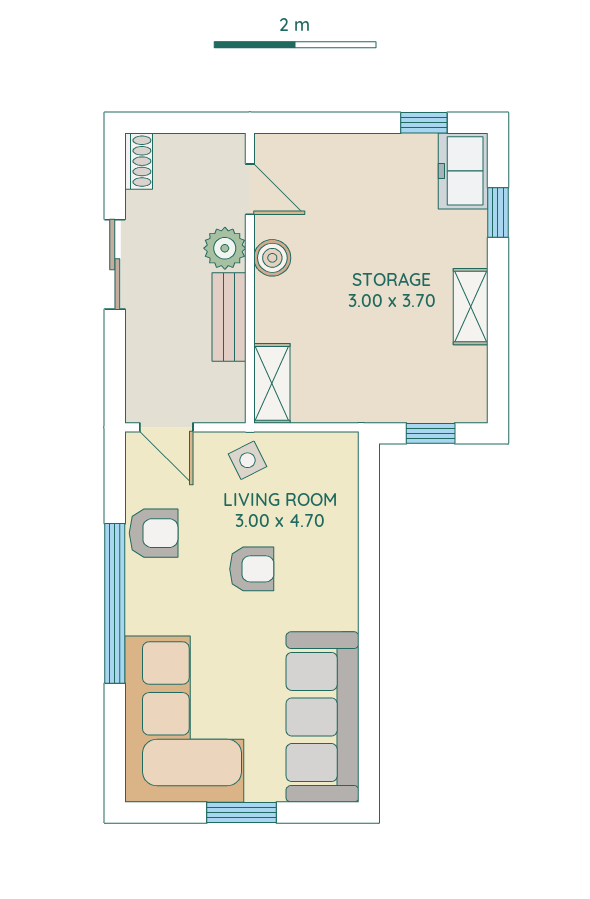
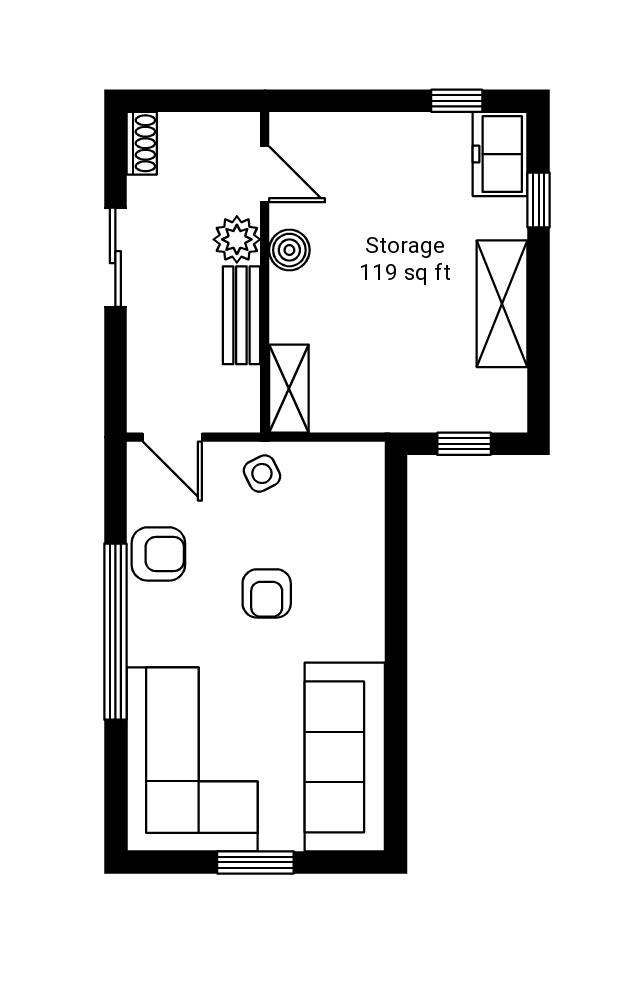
shelving: (471, 307) -> (502, 304), width x1.50, depth x1.33
armchair: (252, 569) -> (267, 593), turned 90

